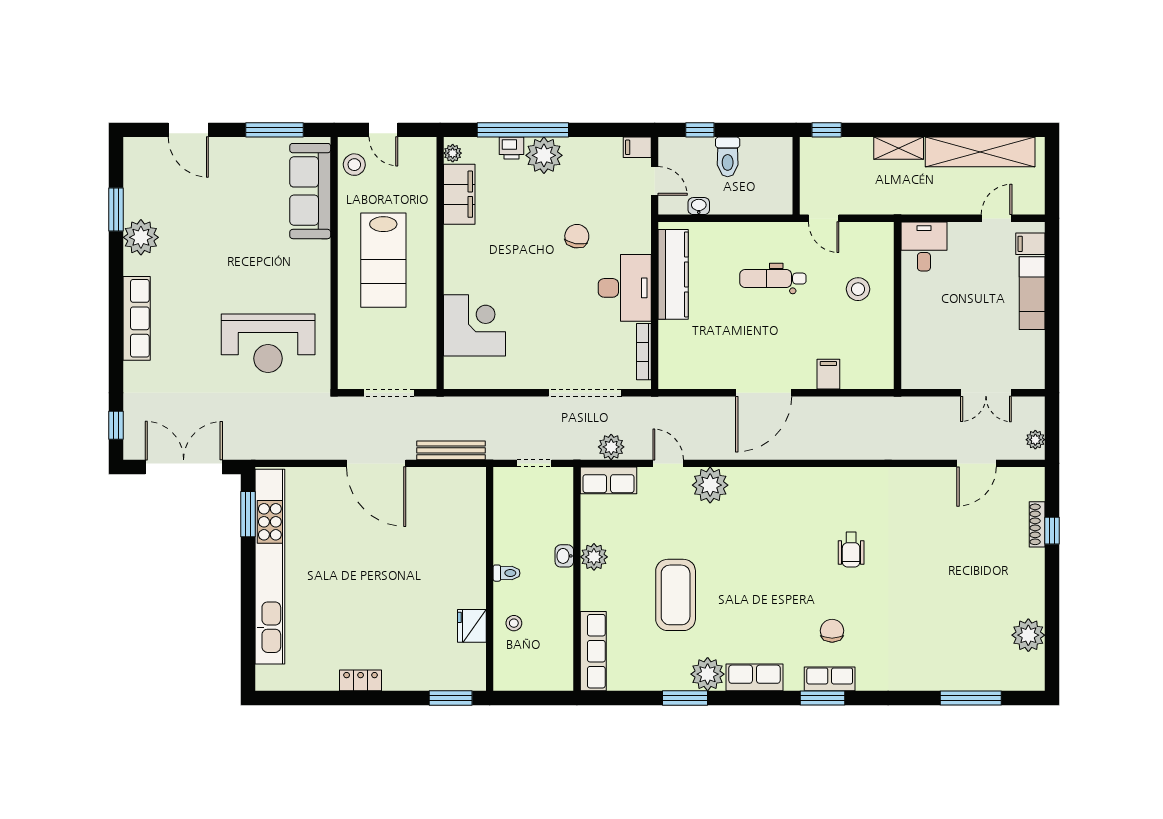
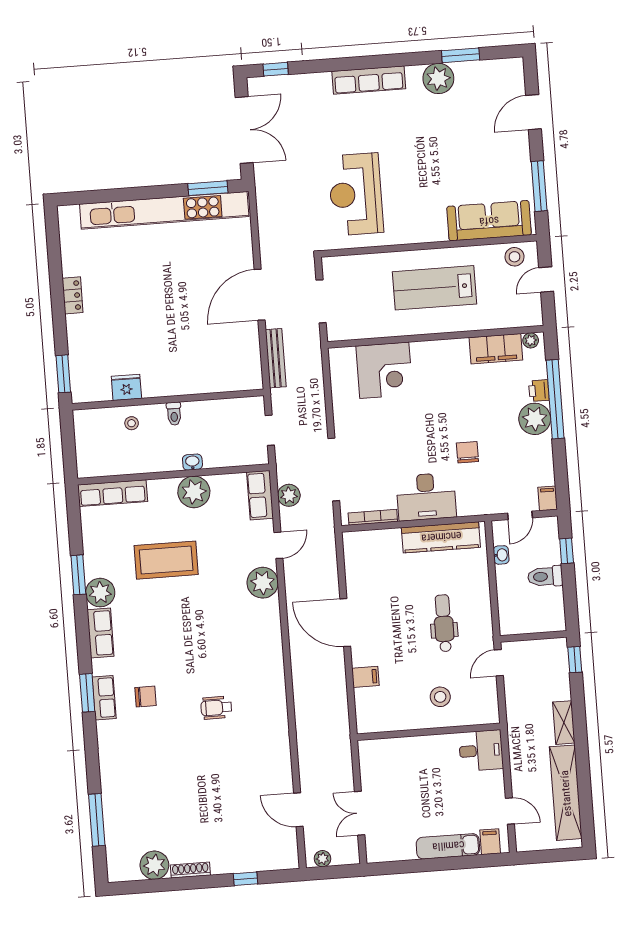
chair: (577, 236) -> (467, 452), turned -100
shoe rack: (1037, 524) -> (190, 870), moved
plant: (594, 557) -> (194, 492), width x1.36, depth x1.36

